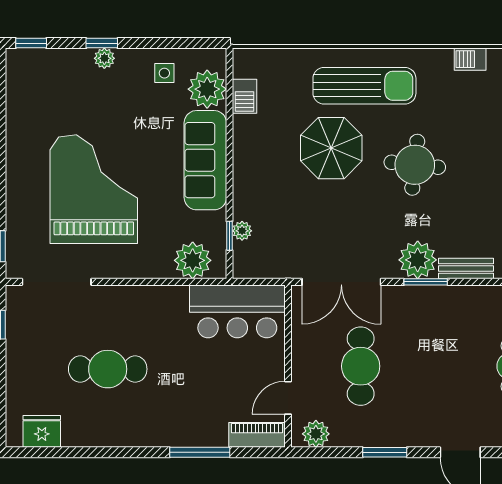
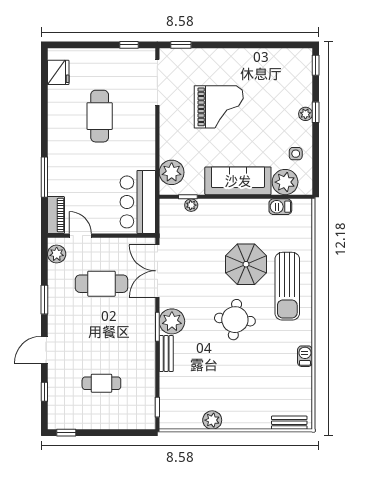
grand piano: (94, 189) -> (219, 107), width x0.73, depth x0.68

